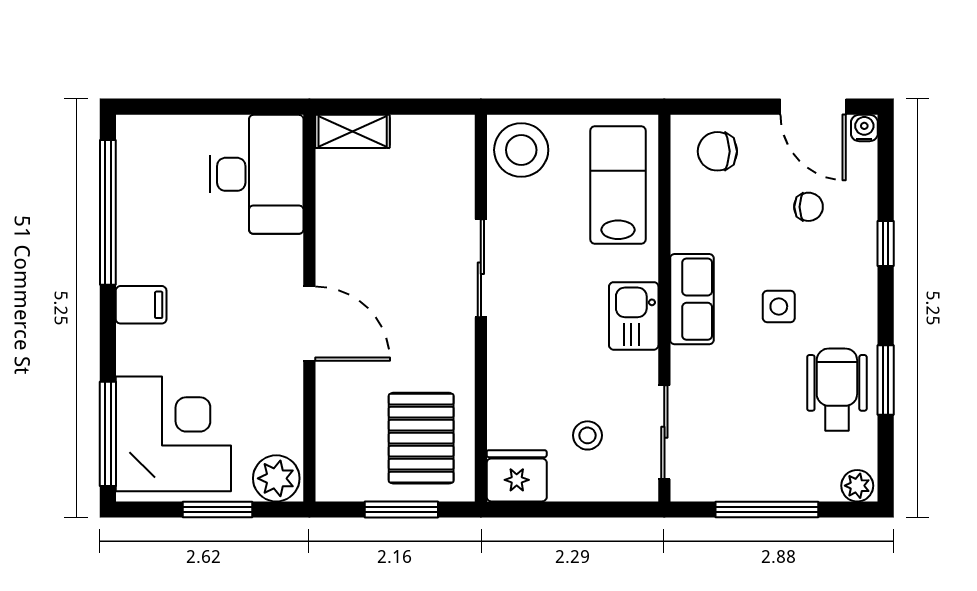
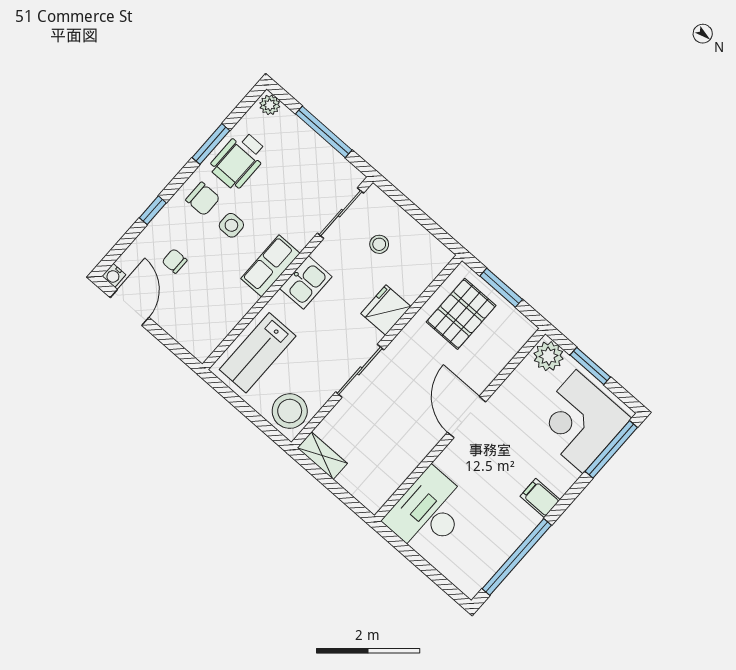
shelving: (353, 131) -> (322, 456), moved
chair: (717, 151) -> (203, 199), moved
fridge: (517, 476) -> (386, 310), moved, turned 90

